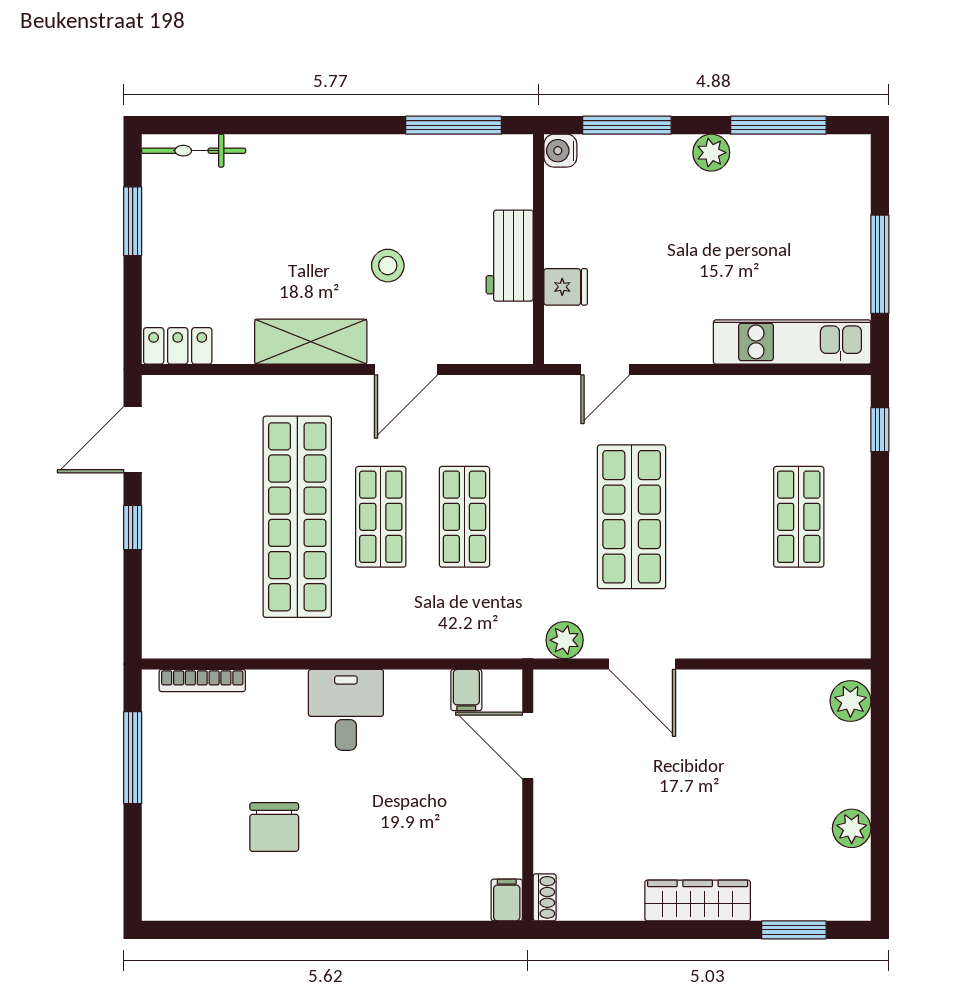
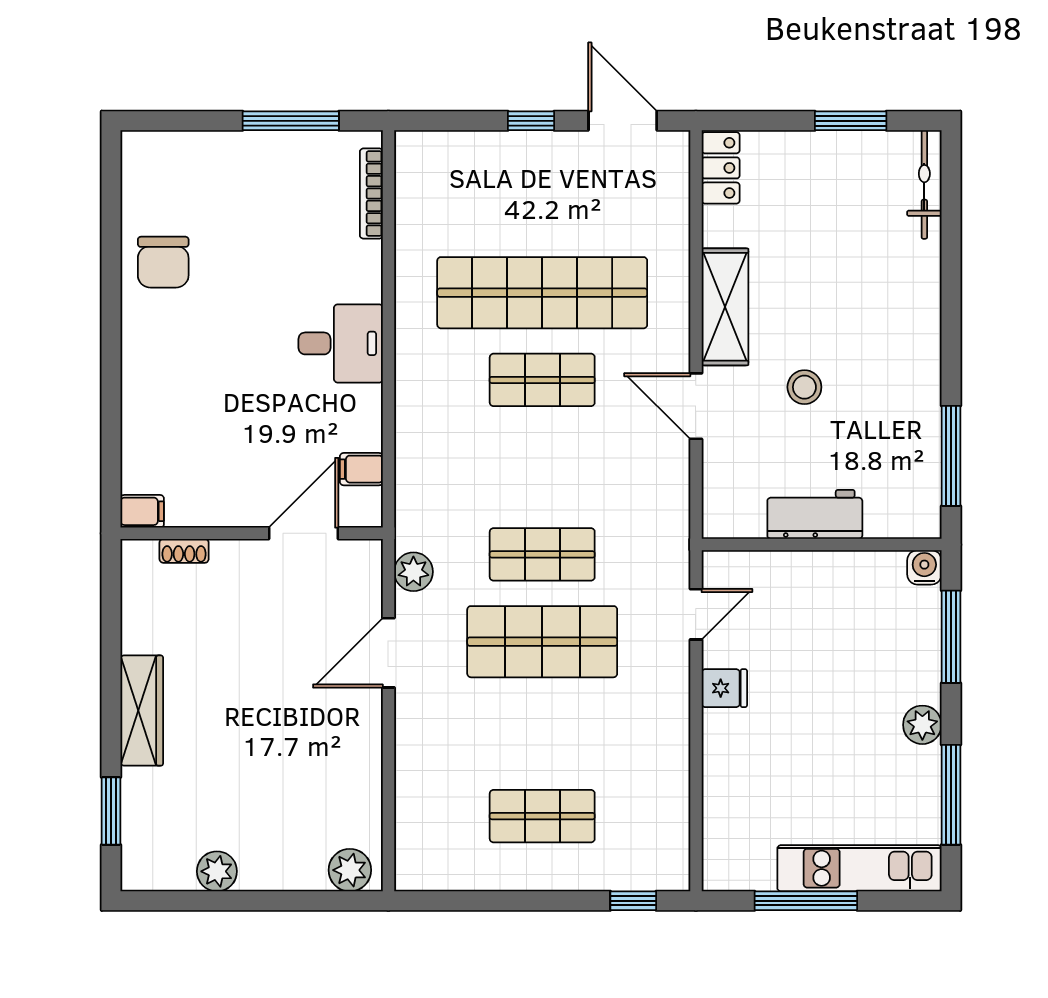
fridge: (566, 287) -> (724, 688), moved, turned -90
kitchen unit: (792, 342) -> (859, 868), moved, turned -90
door: (605, 369) -> (696, 614), swing flipped
shop shelf: (464, 517) -> (542, 554), moved
chair: (274, 827) -> (163, 262), moved, turned -90
shoe rack: (545, 897) -> (184, 551), moved

